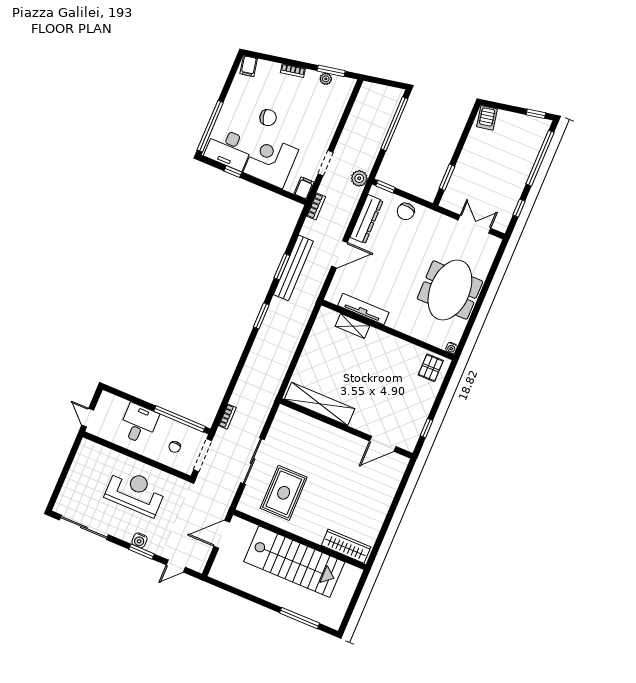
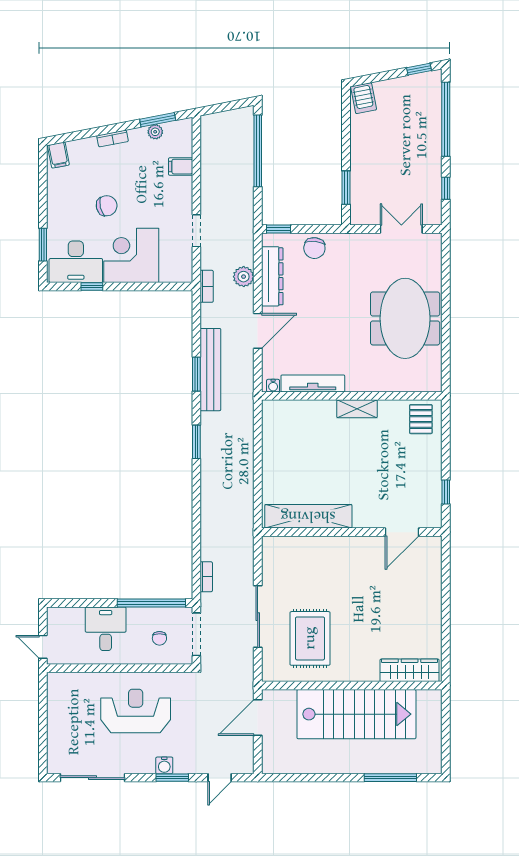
window: (210, 126) -> (43, 245), width x0.47
plant: (359, 178) -> (244, 277), moved
filing cabinet: (304, 188) -> (181, 167), moved, turned -90
shelving: (352, 326) -> (357, 409), moved
water cooler: (452, 348) -> (273, 386), moved

